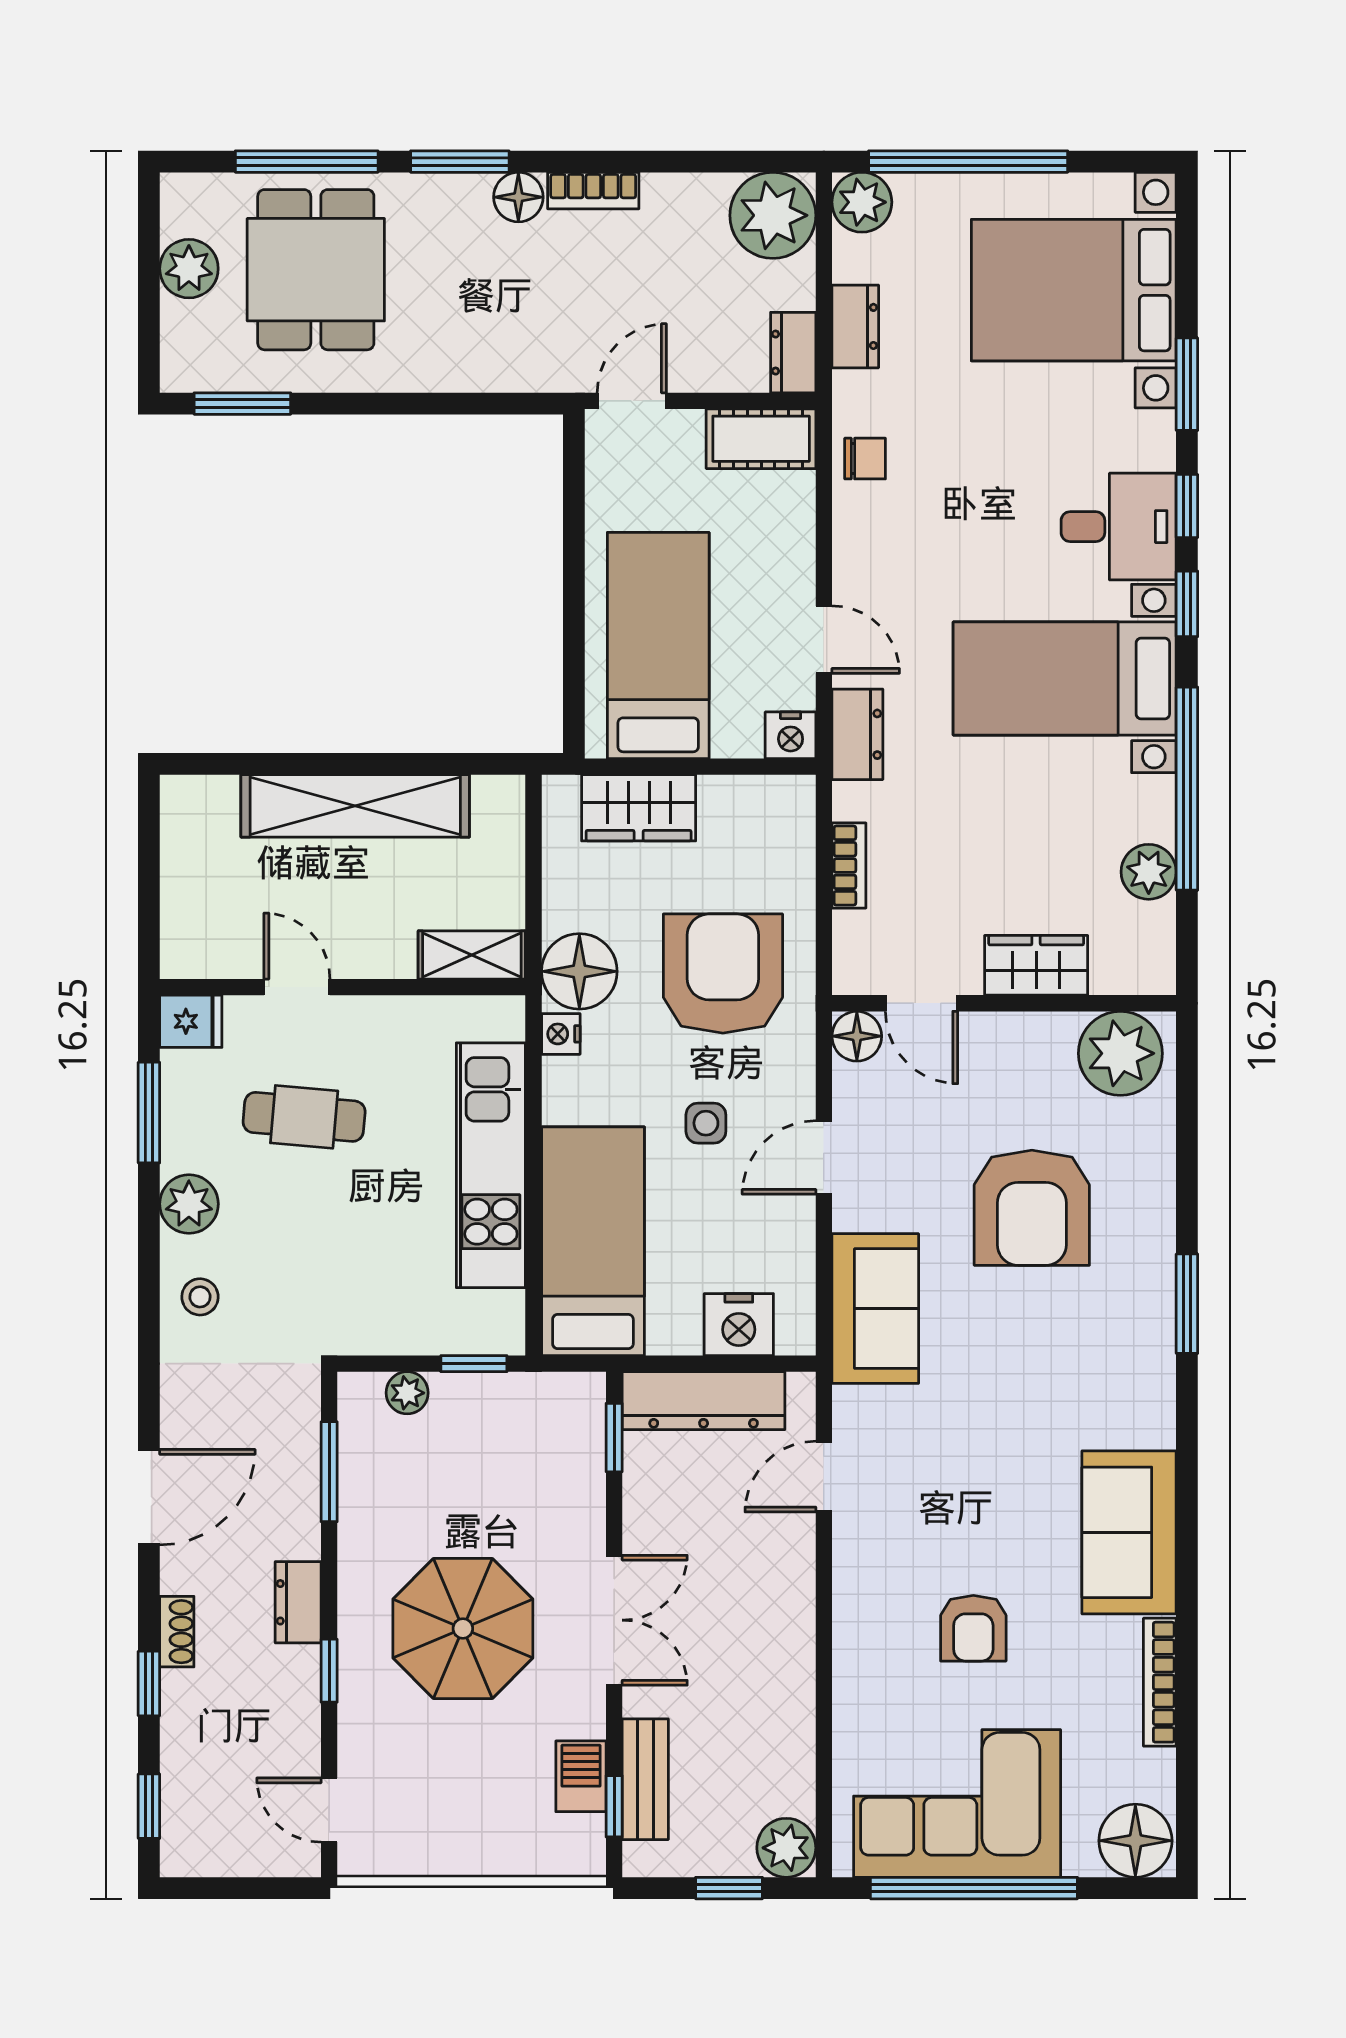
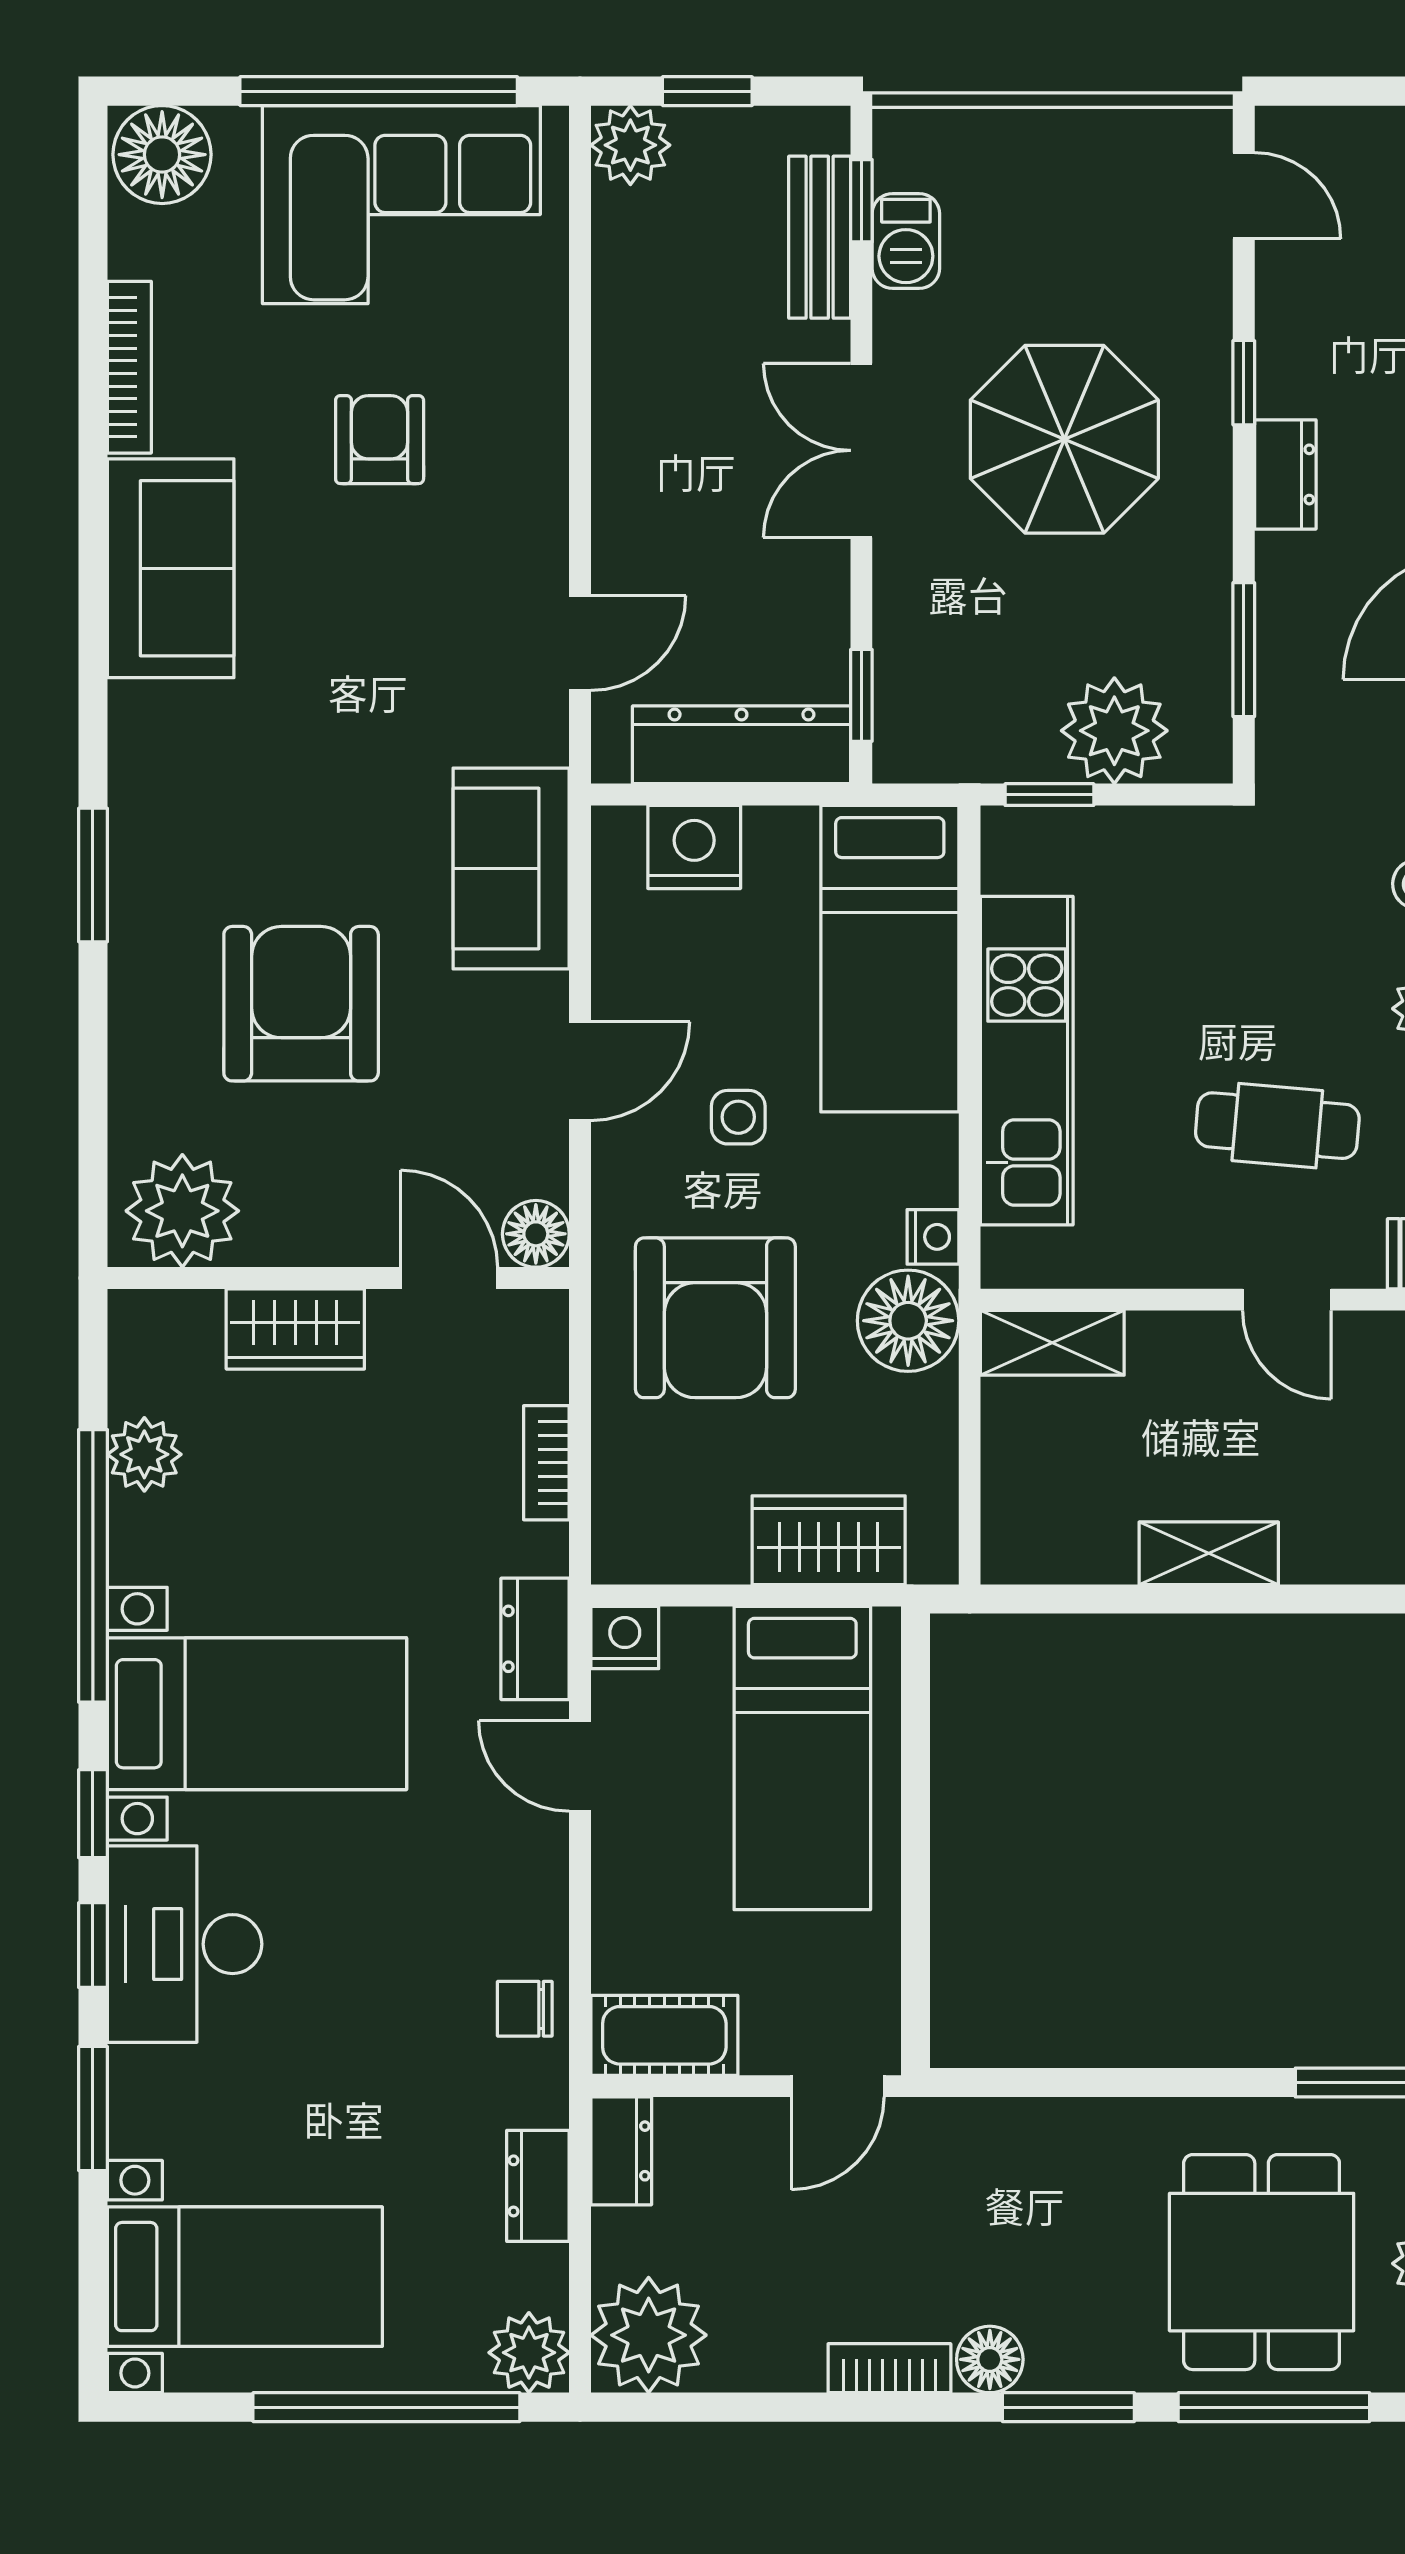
bed with nightstands: (1074, 290) -> (245, 2277), width x0.73
desk: (1119, 527) -> (185, 1944), width x1.37
shelving: (355, 806) -> (1209, 1553), width x0.45, depth x0.75
plant: (407, 1393) -> (1114, 731), width x1.88, depth x1.88

